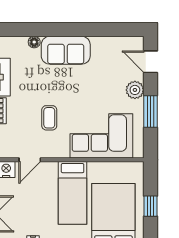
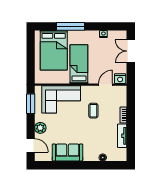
sofa: (66, 50) -> (68, 152), moved
window: (151, 111) -> (31, 104), moved
window: (151, 206) -> (31, 56), removed

